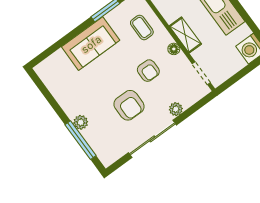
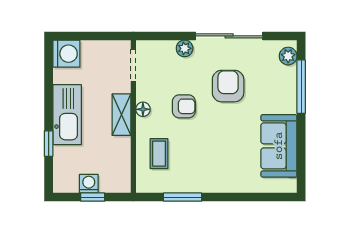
sofa: (91, 44) -> (279, 146), moved, turned -90
armchair: (148, 71) -> (184, 106), turned 90
plant: (81, 122) -> (288, 56), moved

